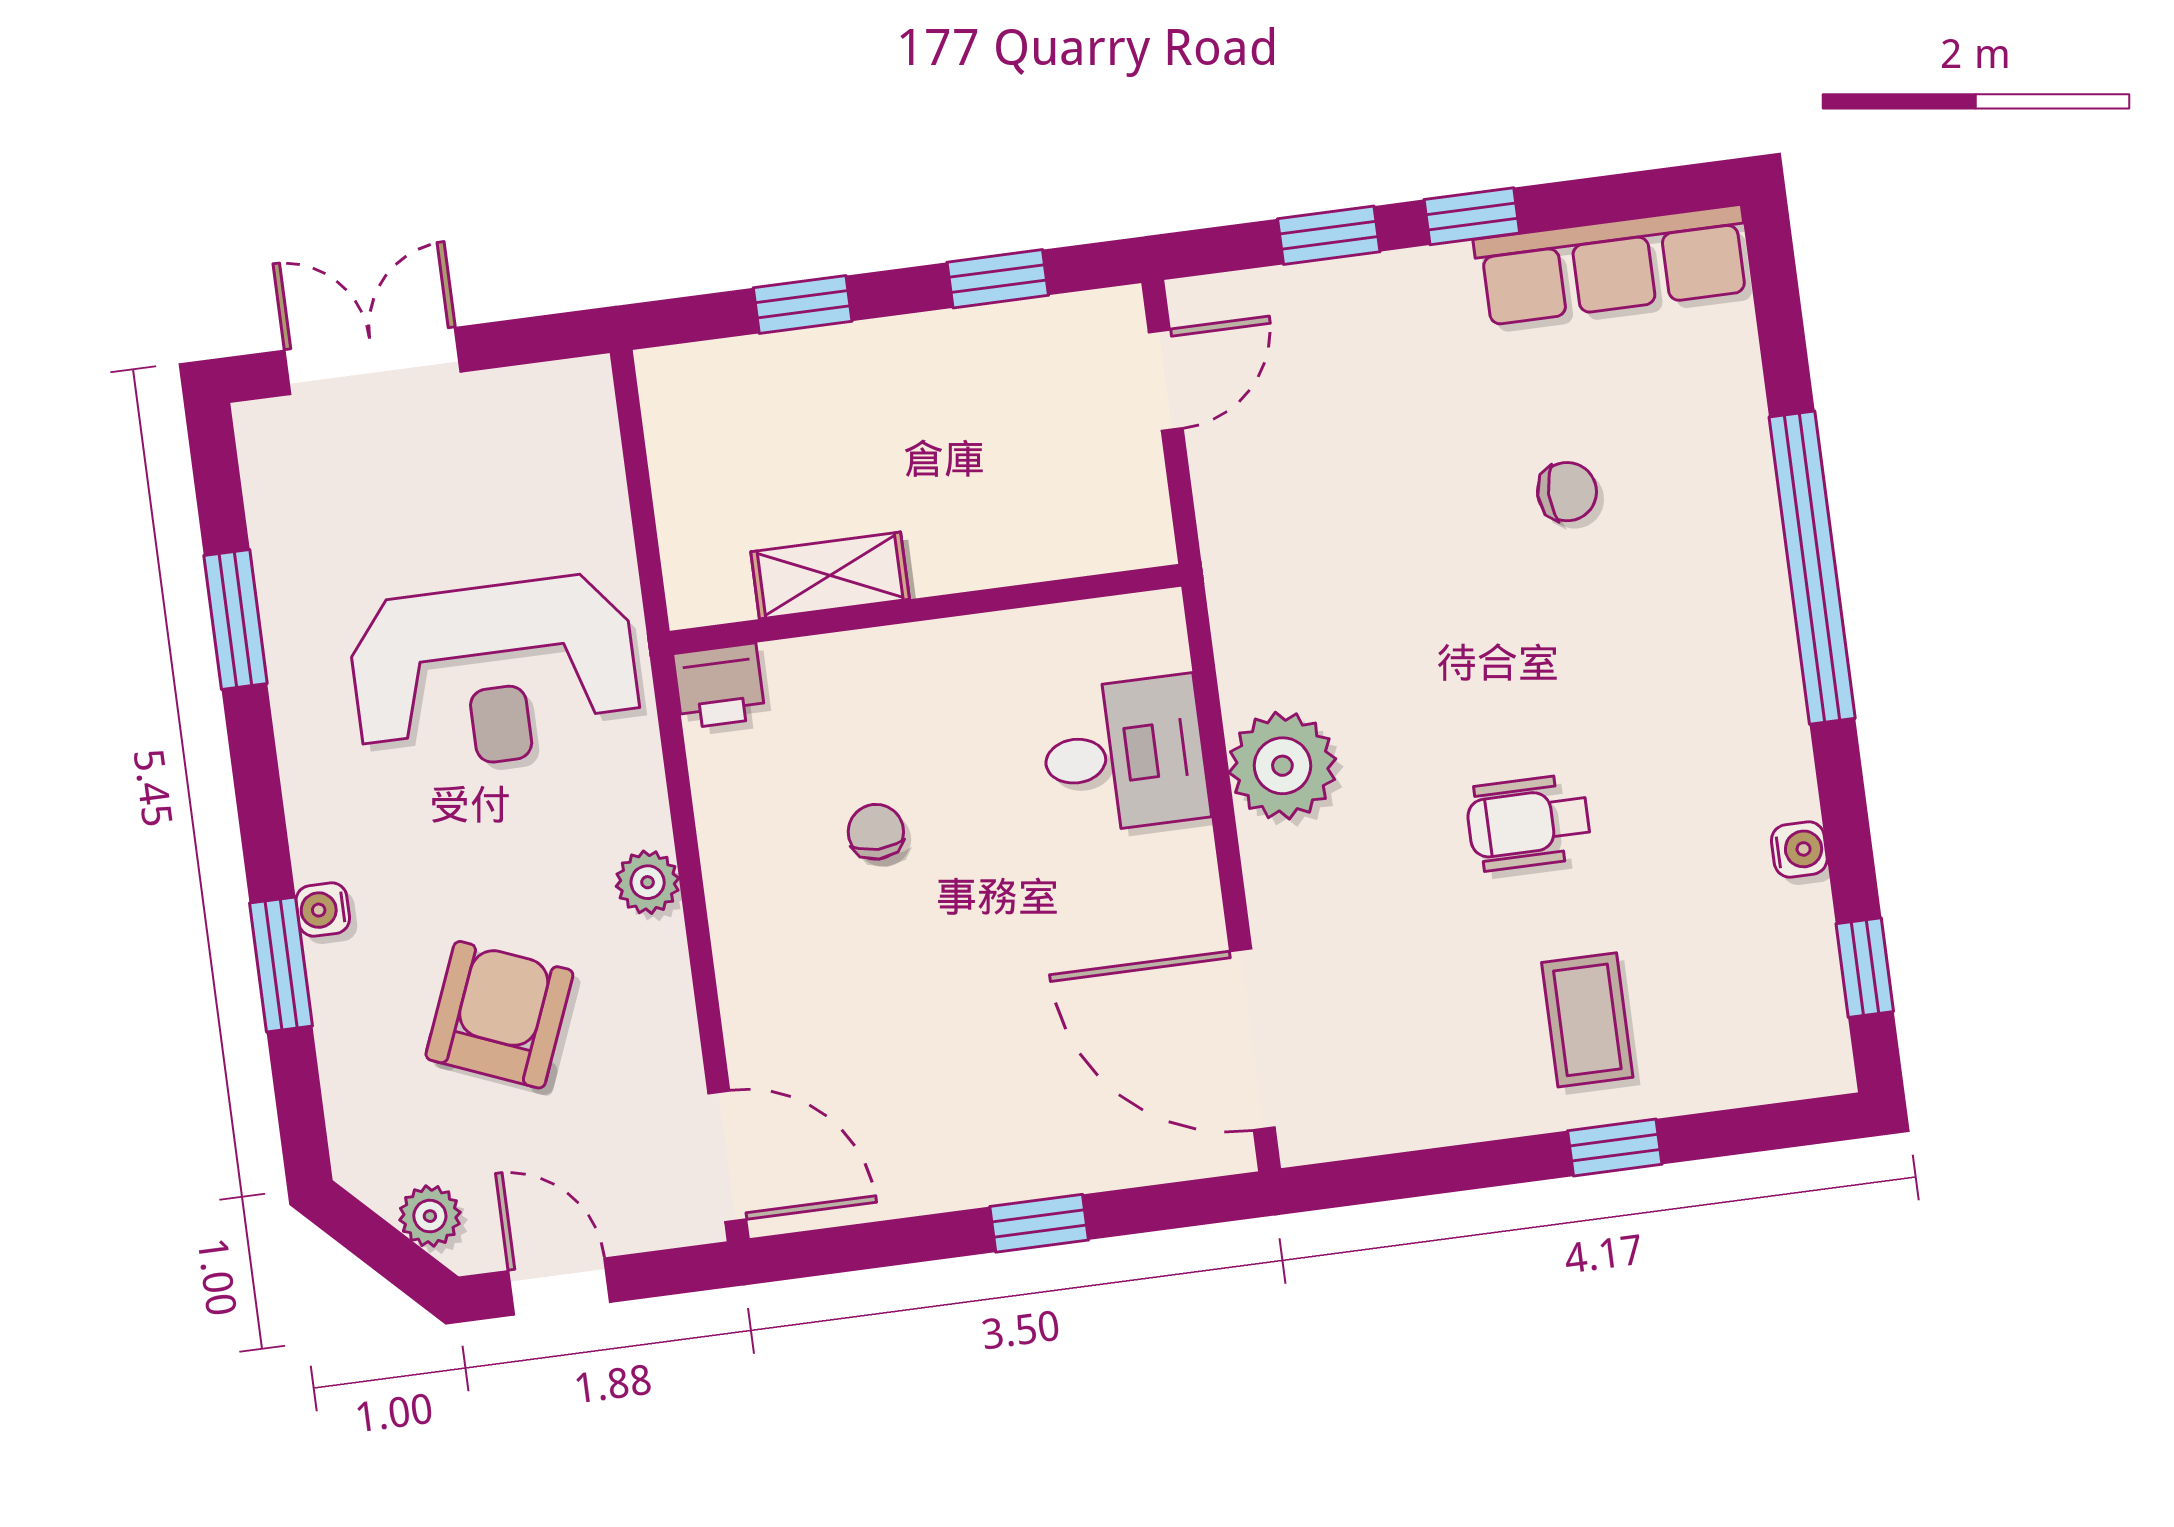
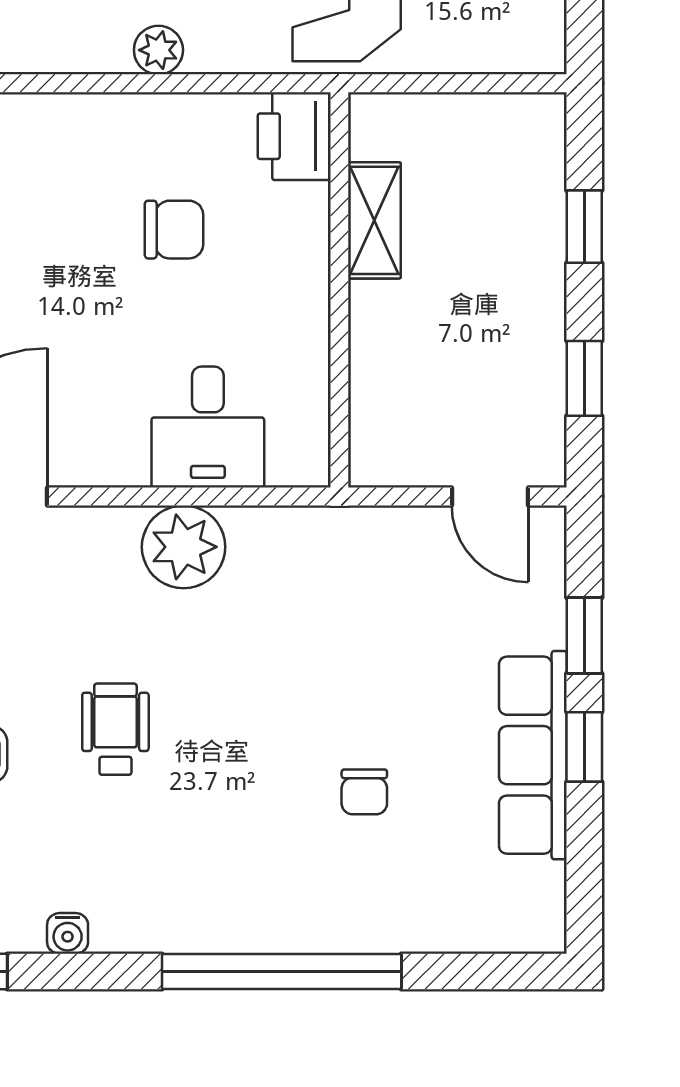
row of seats: (1613, 265) -> (533, 755), moved
printer: (719, 686) -> (294, 136), width x1.36, depth x1.24
chair: (876, 832) -> (174, 230), width x1.37, depth x1.37

